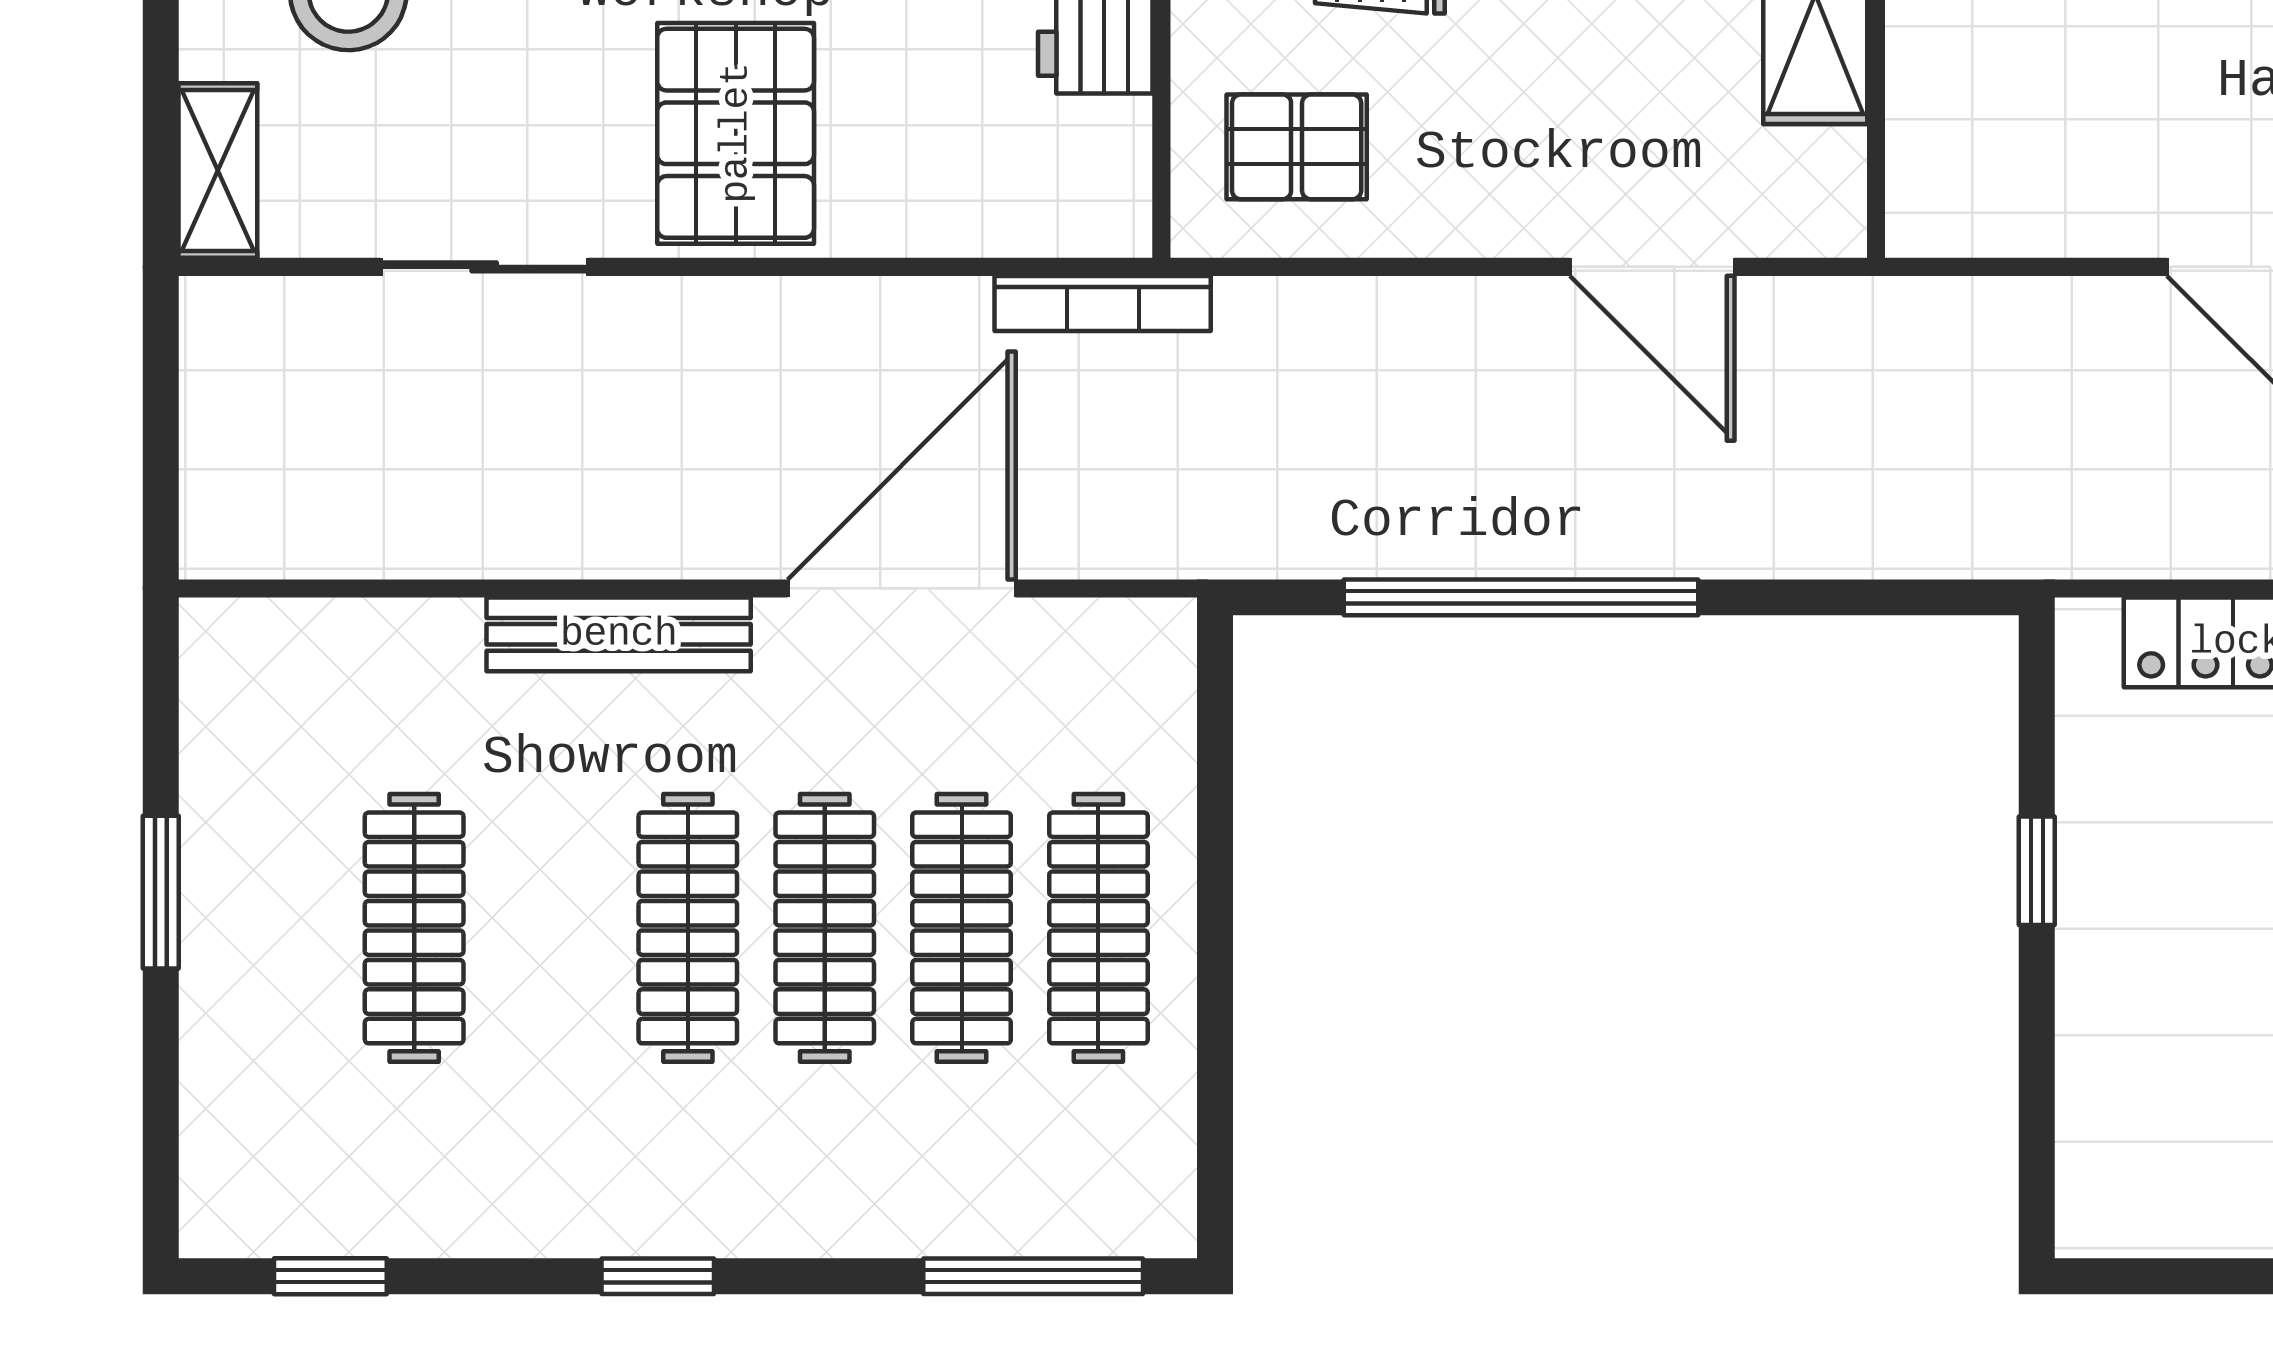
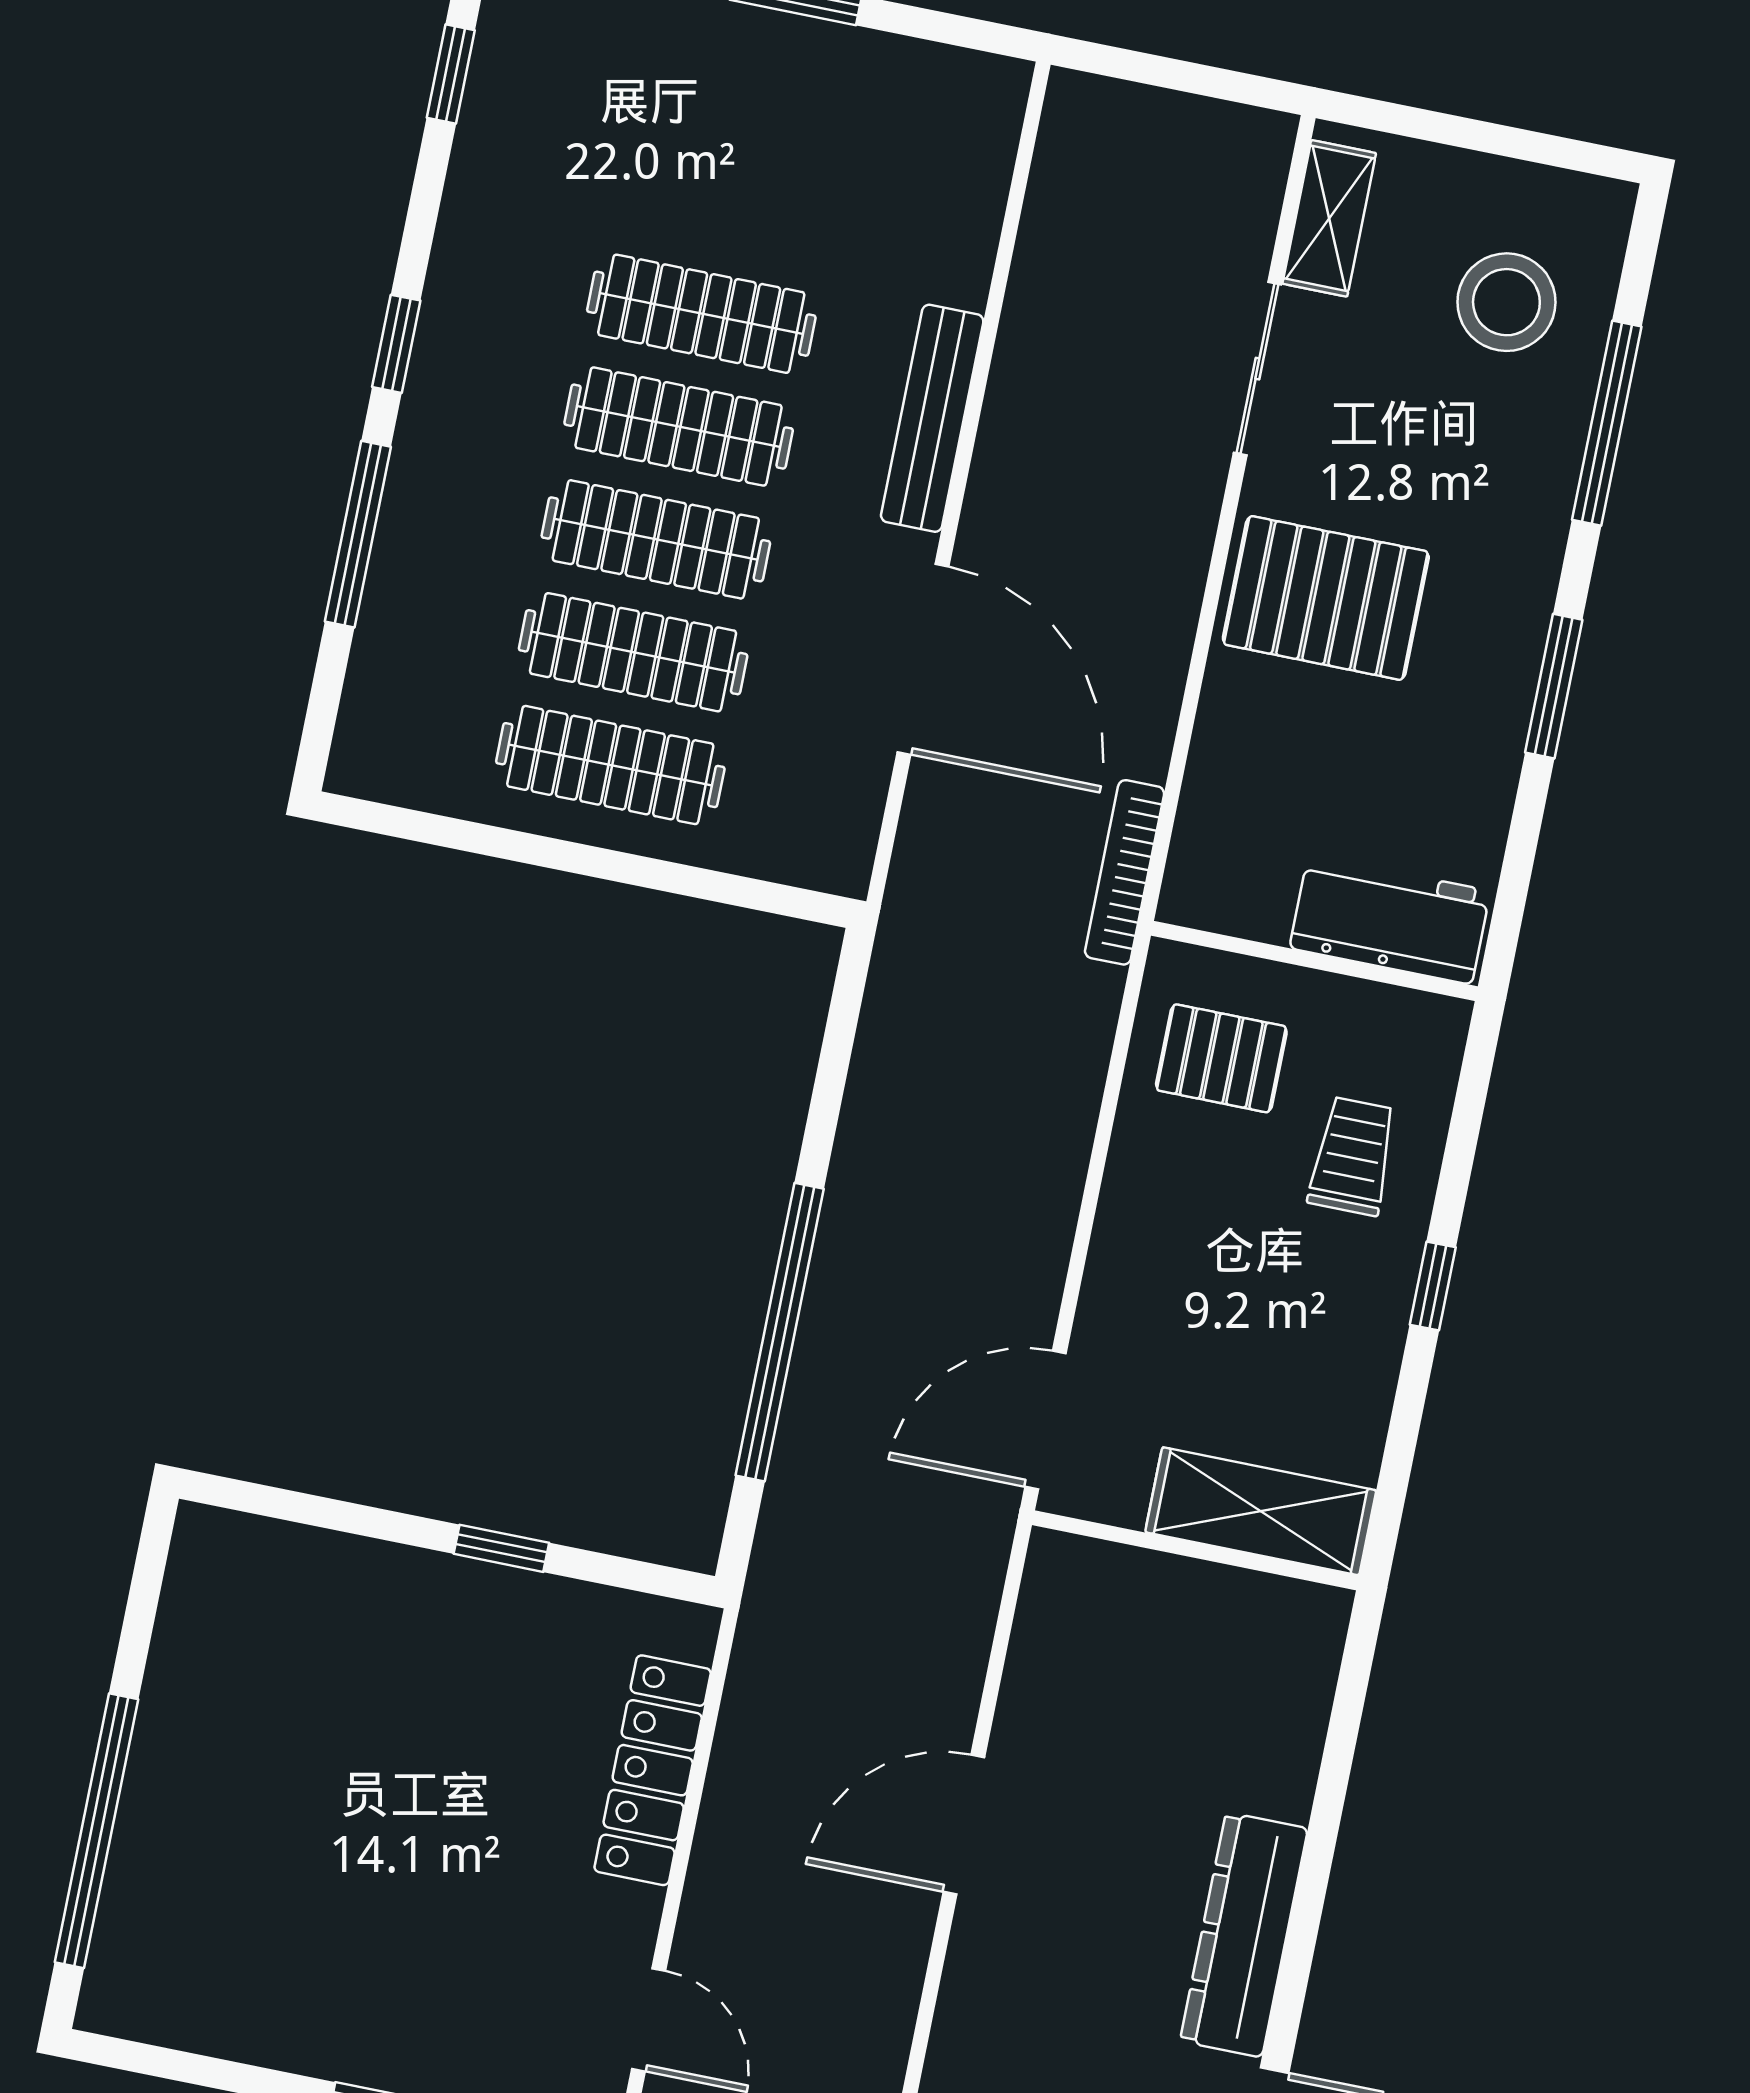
pallet: (1297, 147) -> (1221, 1058), turned 90
shelving: (218, 171) -> (1329, 218), moved, turned 90
door: (1652, 267) -> (1045, 1420), moved
window: (1521, 597) -> (780, 1332), moved
clothes rail: (414, 928) -> (701, 314), moved
window: (1033, 1276) -> (358, 534), moved

